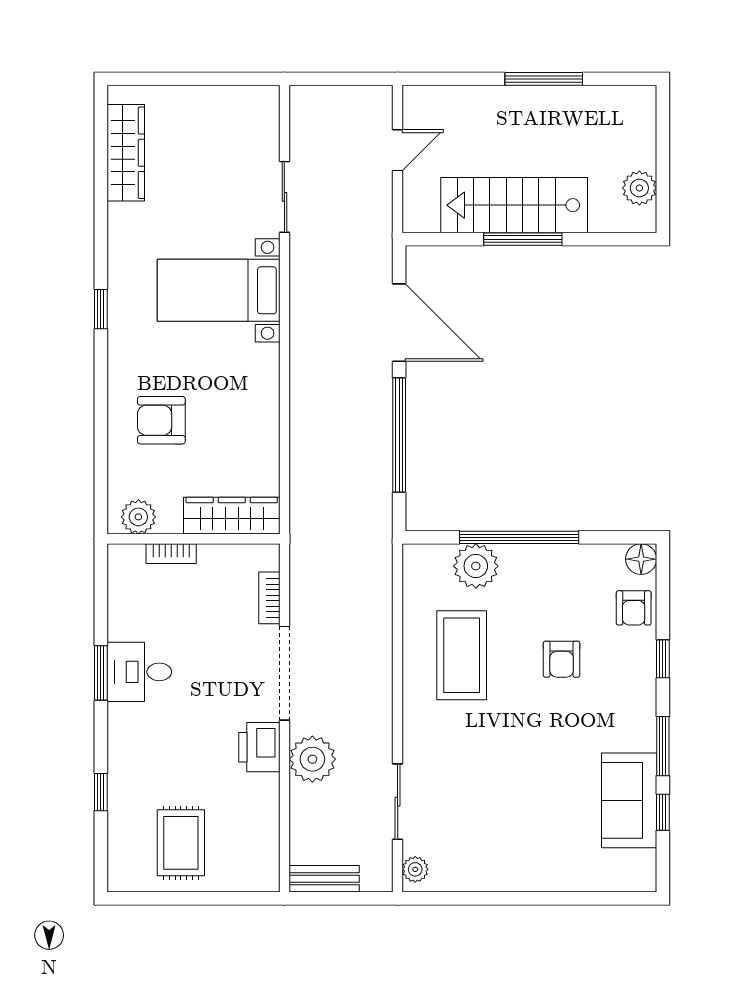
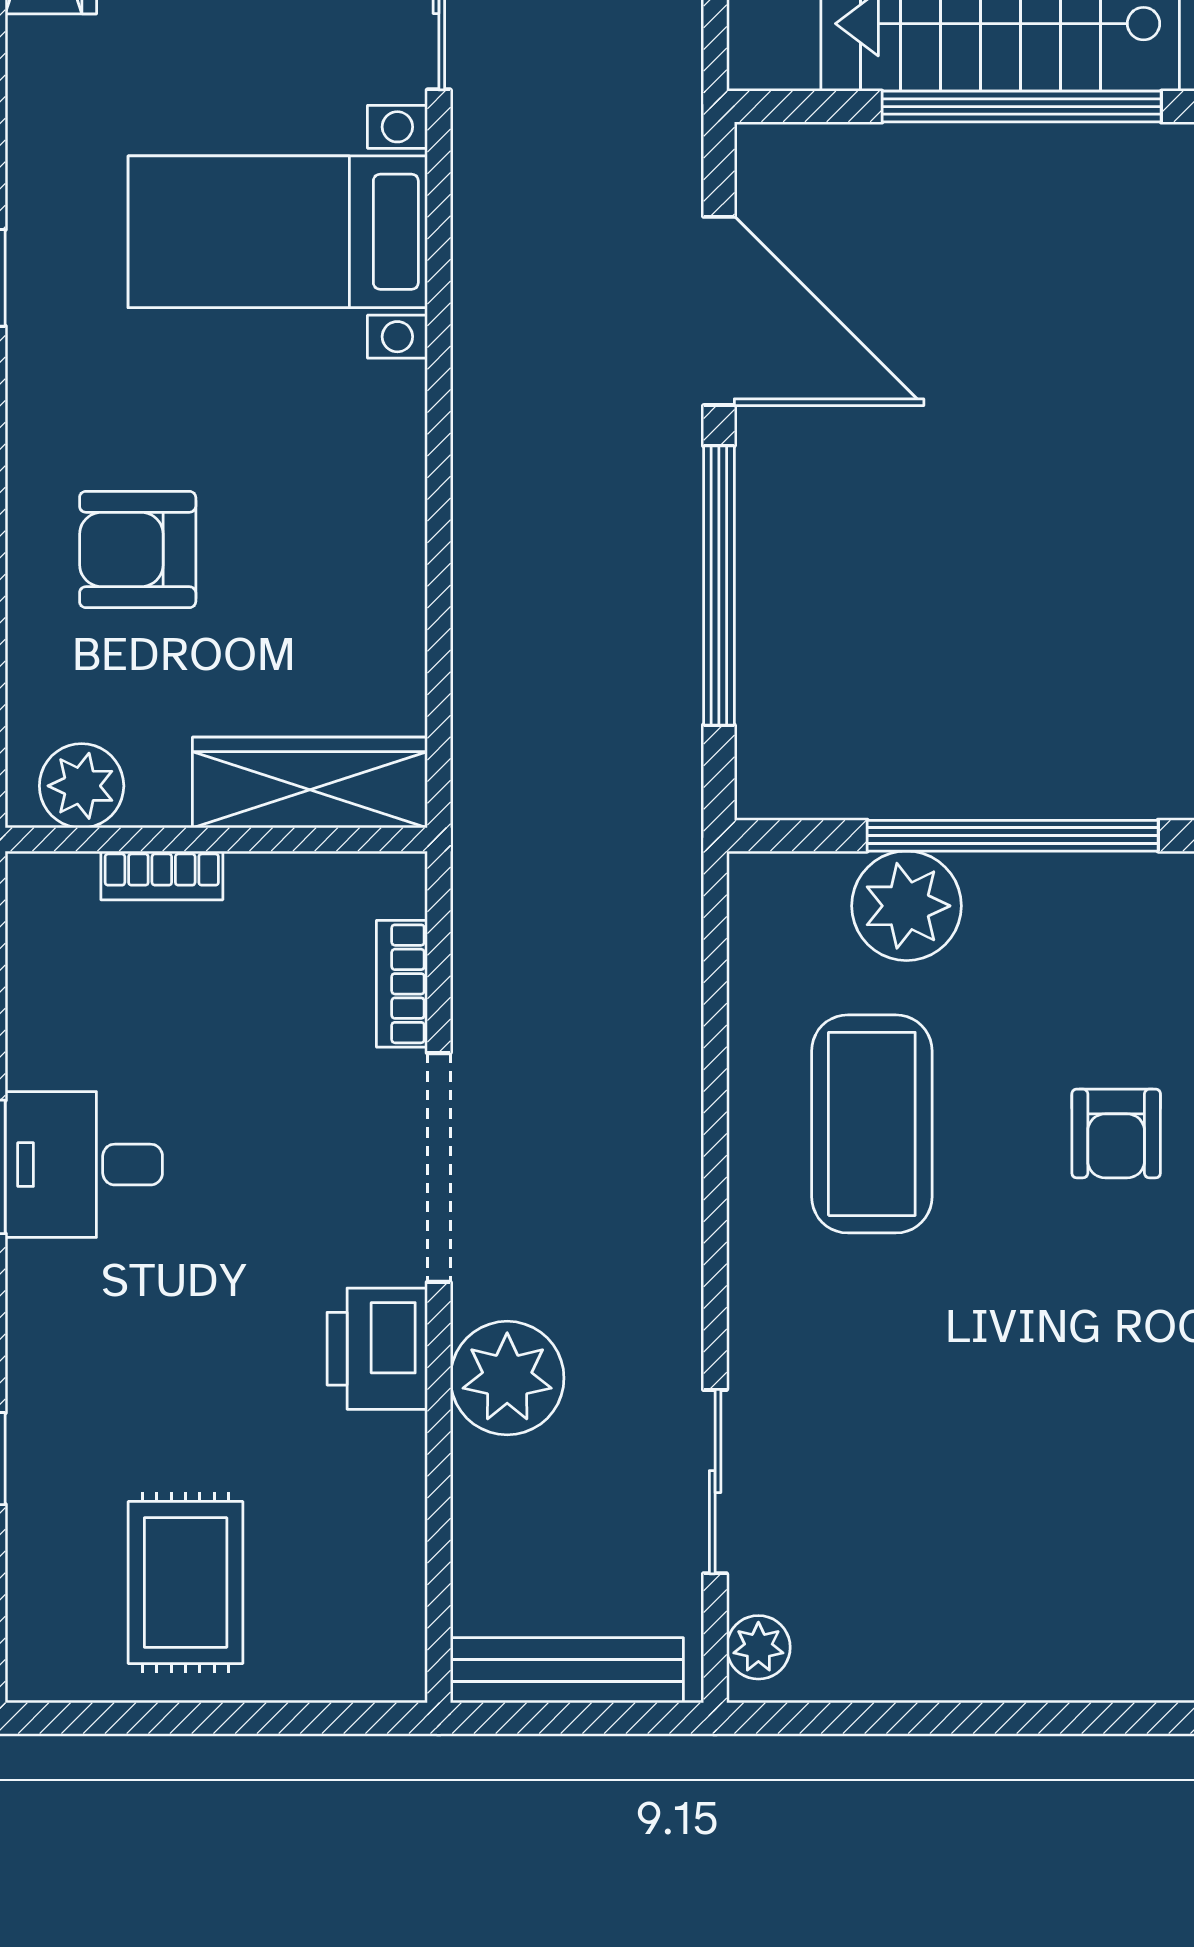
window: (523, 239) -> (1022, 107), width x1.46
bench: (324, 879) -> (567, 1670), width x1.36

